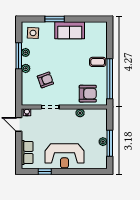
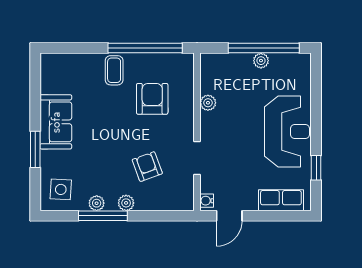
armchair: (88, 94) -> (152, 99), moved
window: (110, 143) -> (264, 48), width x1.46

